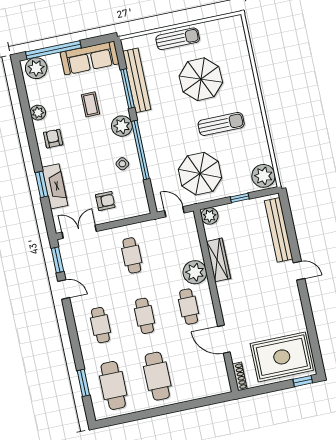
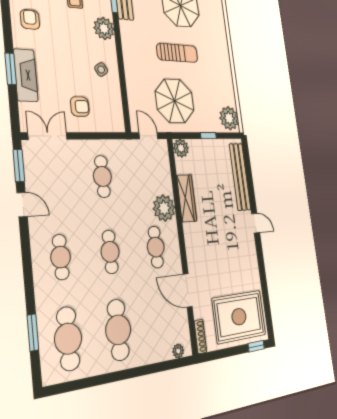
sun lounger: (221, 124) -> (177, 53), moved
window: (140, 150) -> (120, 60), removed
plant: (217, 389) -> (178, 351), added

